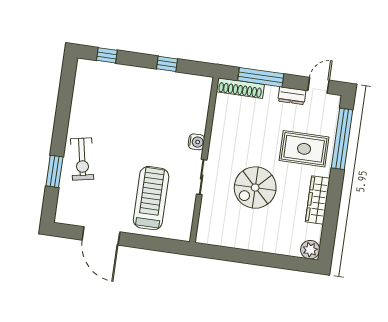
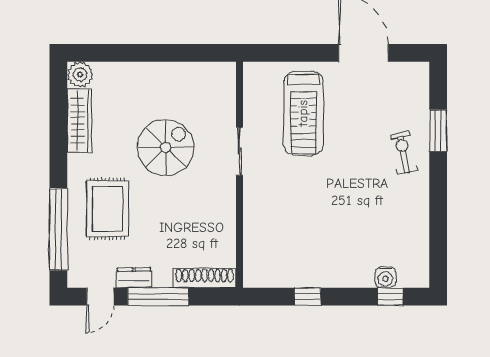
window: (261, 77) -> (158, 297), moved
water cooler: (196, 142) -> (385, 277), moved, turned -90
rug: (304, 149) -> (107, 209), turned 90
exercise bike: (82, 159) -> (403, 153), width x0.73, depth x0.72
wardrobe: (318, 200) -> (80, 121), moved

